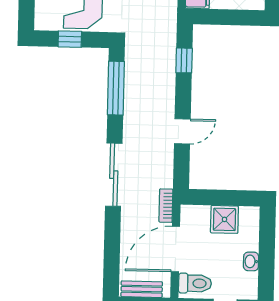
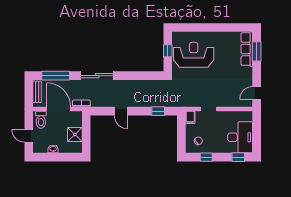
window: (116, 88) -> (56, 76), moved

